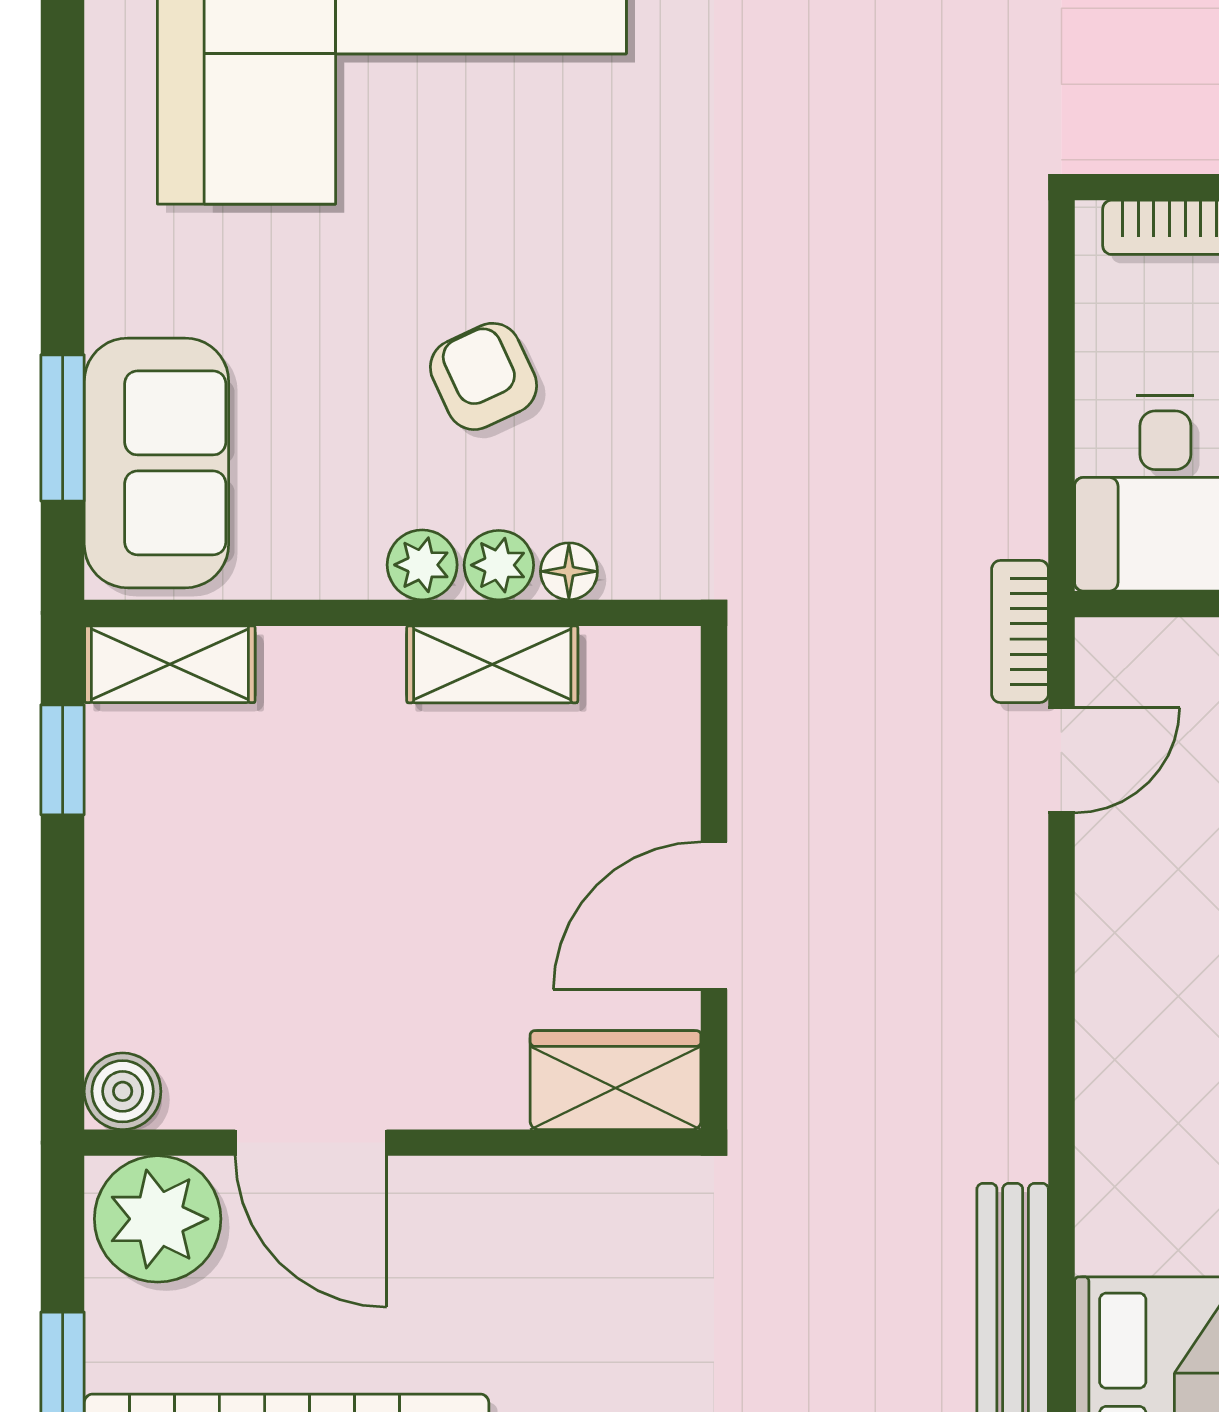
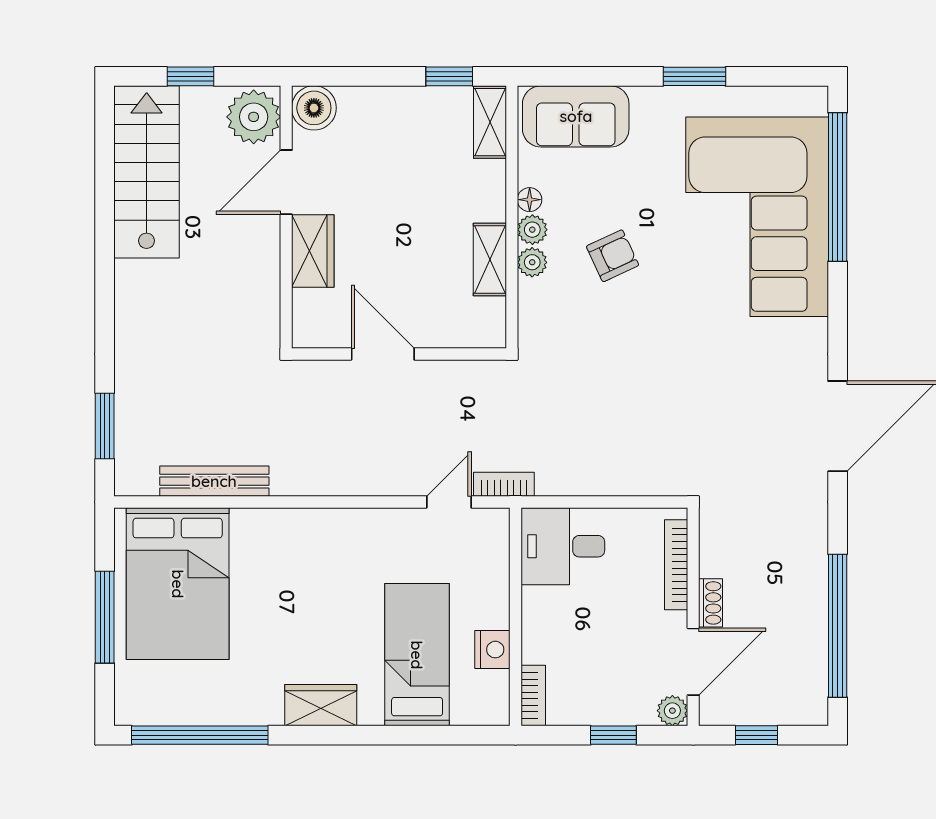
window: (63, 428) -> (694, 76), moved
floor lamp: (569, 571) -> (530, 200), moved
door: (1061, 760) -> (449, 502), swing flipped
wardrobe: (616, 1080) -> (313, 251), moved
boiler: (123, 1091) -> (314, 108), width x1.36, depth x1.36

